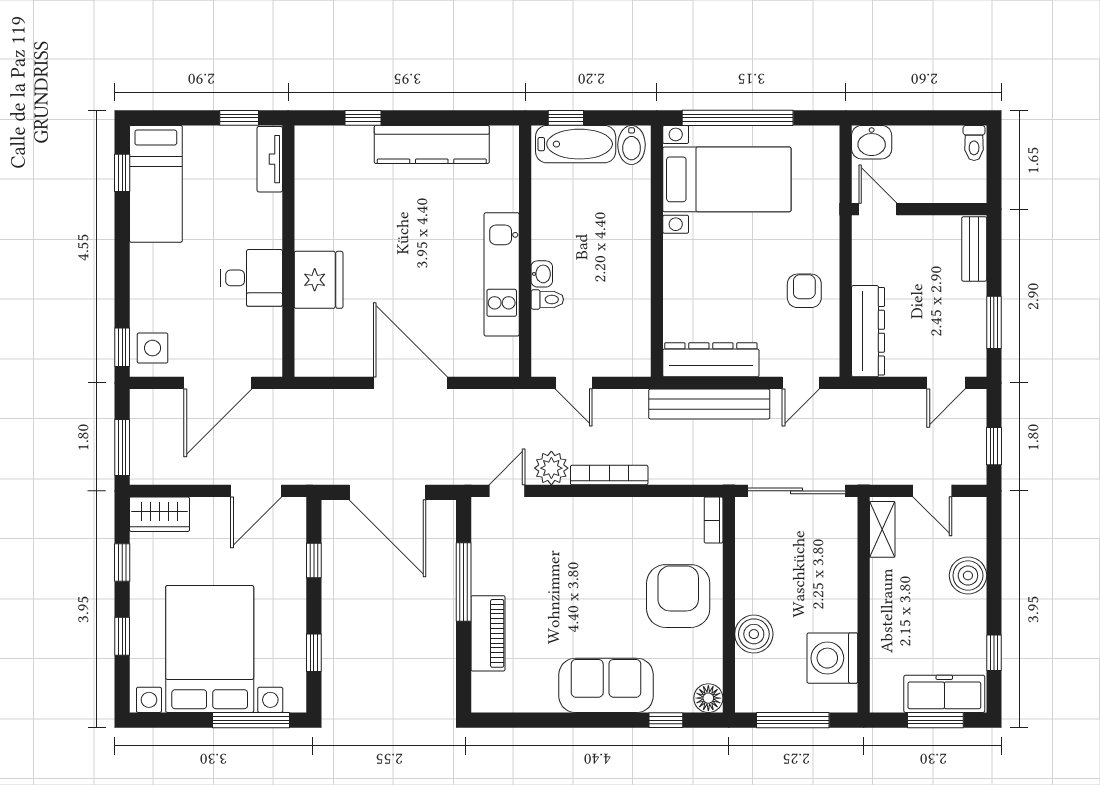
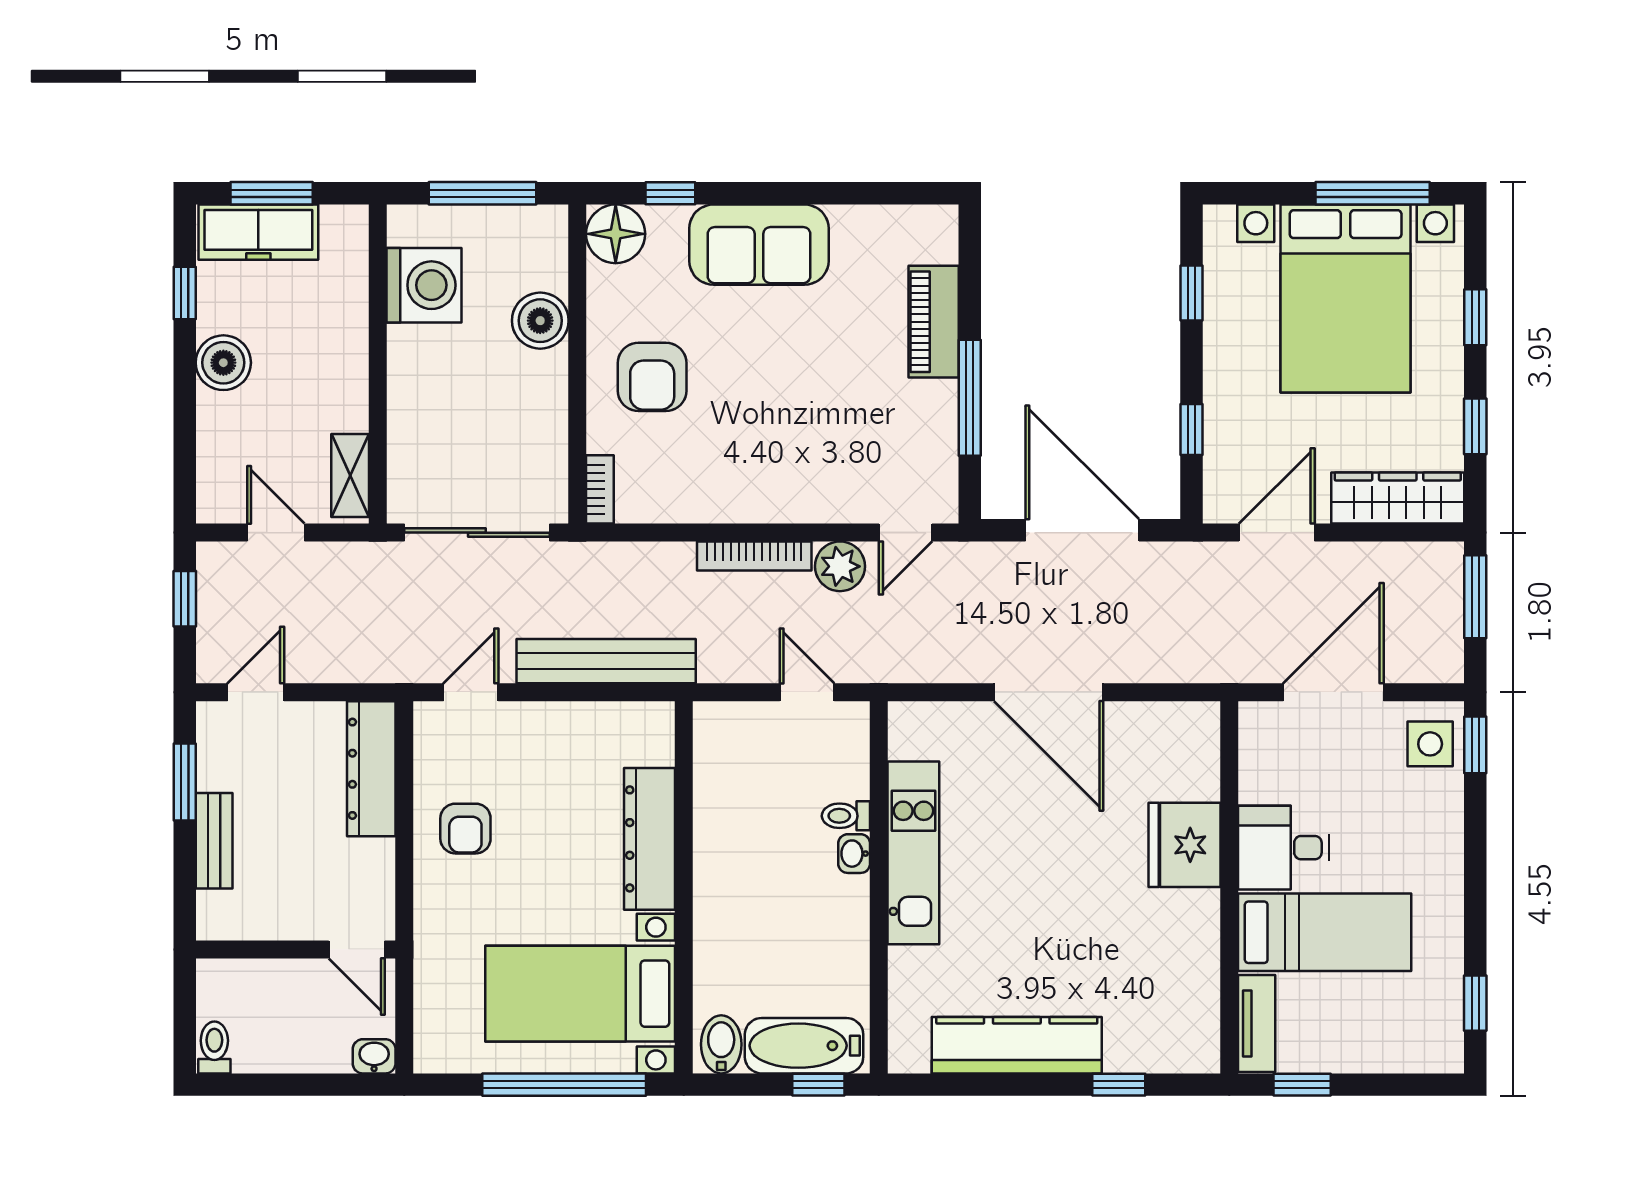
washbasin: (872, 142) -> (374, 1056), width x0.72, depth x0.69
bed: (156, 184) -> (1325, 932), moved, turned 90
bench: (974, 249) -> (214, 841), moved
dresser: (711, 360) -> (649, 839), moved, turned 90
wardrobe: (159, 514) -> (1398, 498), width x1.50
boiler: (968, 576) -> (223, 363), moved
armchair: (678, 596) -> (652, 377), width x0.73, depth x0.73
floor lamp: (708, 698) -> (616, 234), width x1.38, depth x1.38
window: (251, 720) -> (1373, 193), moved

